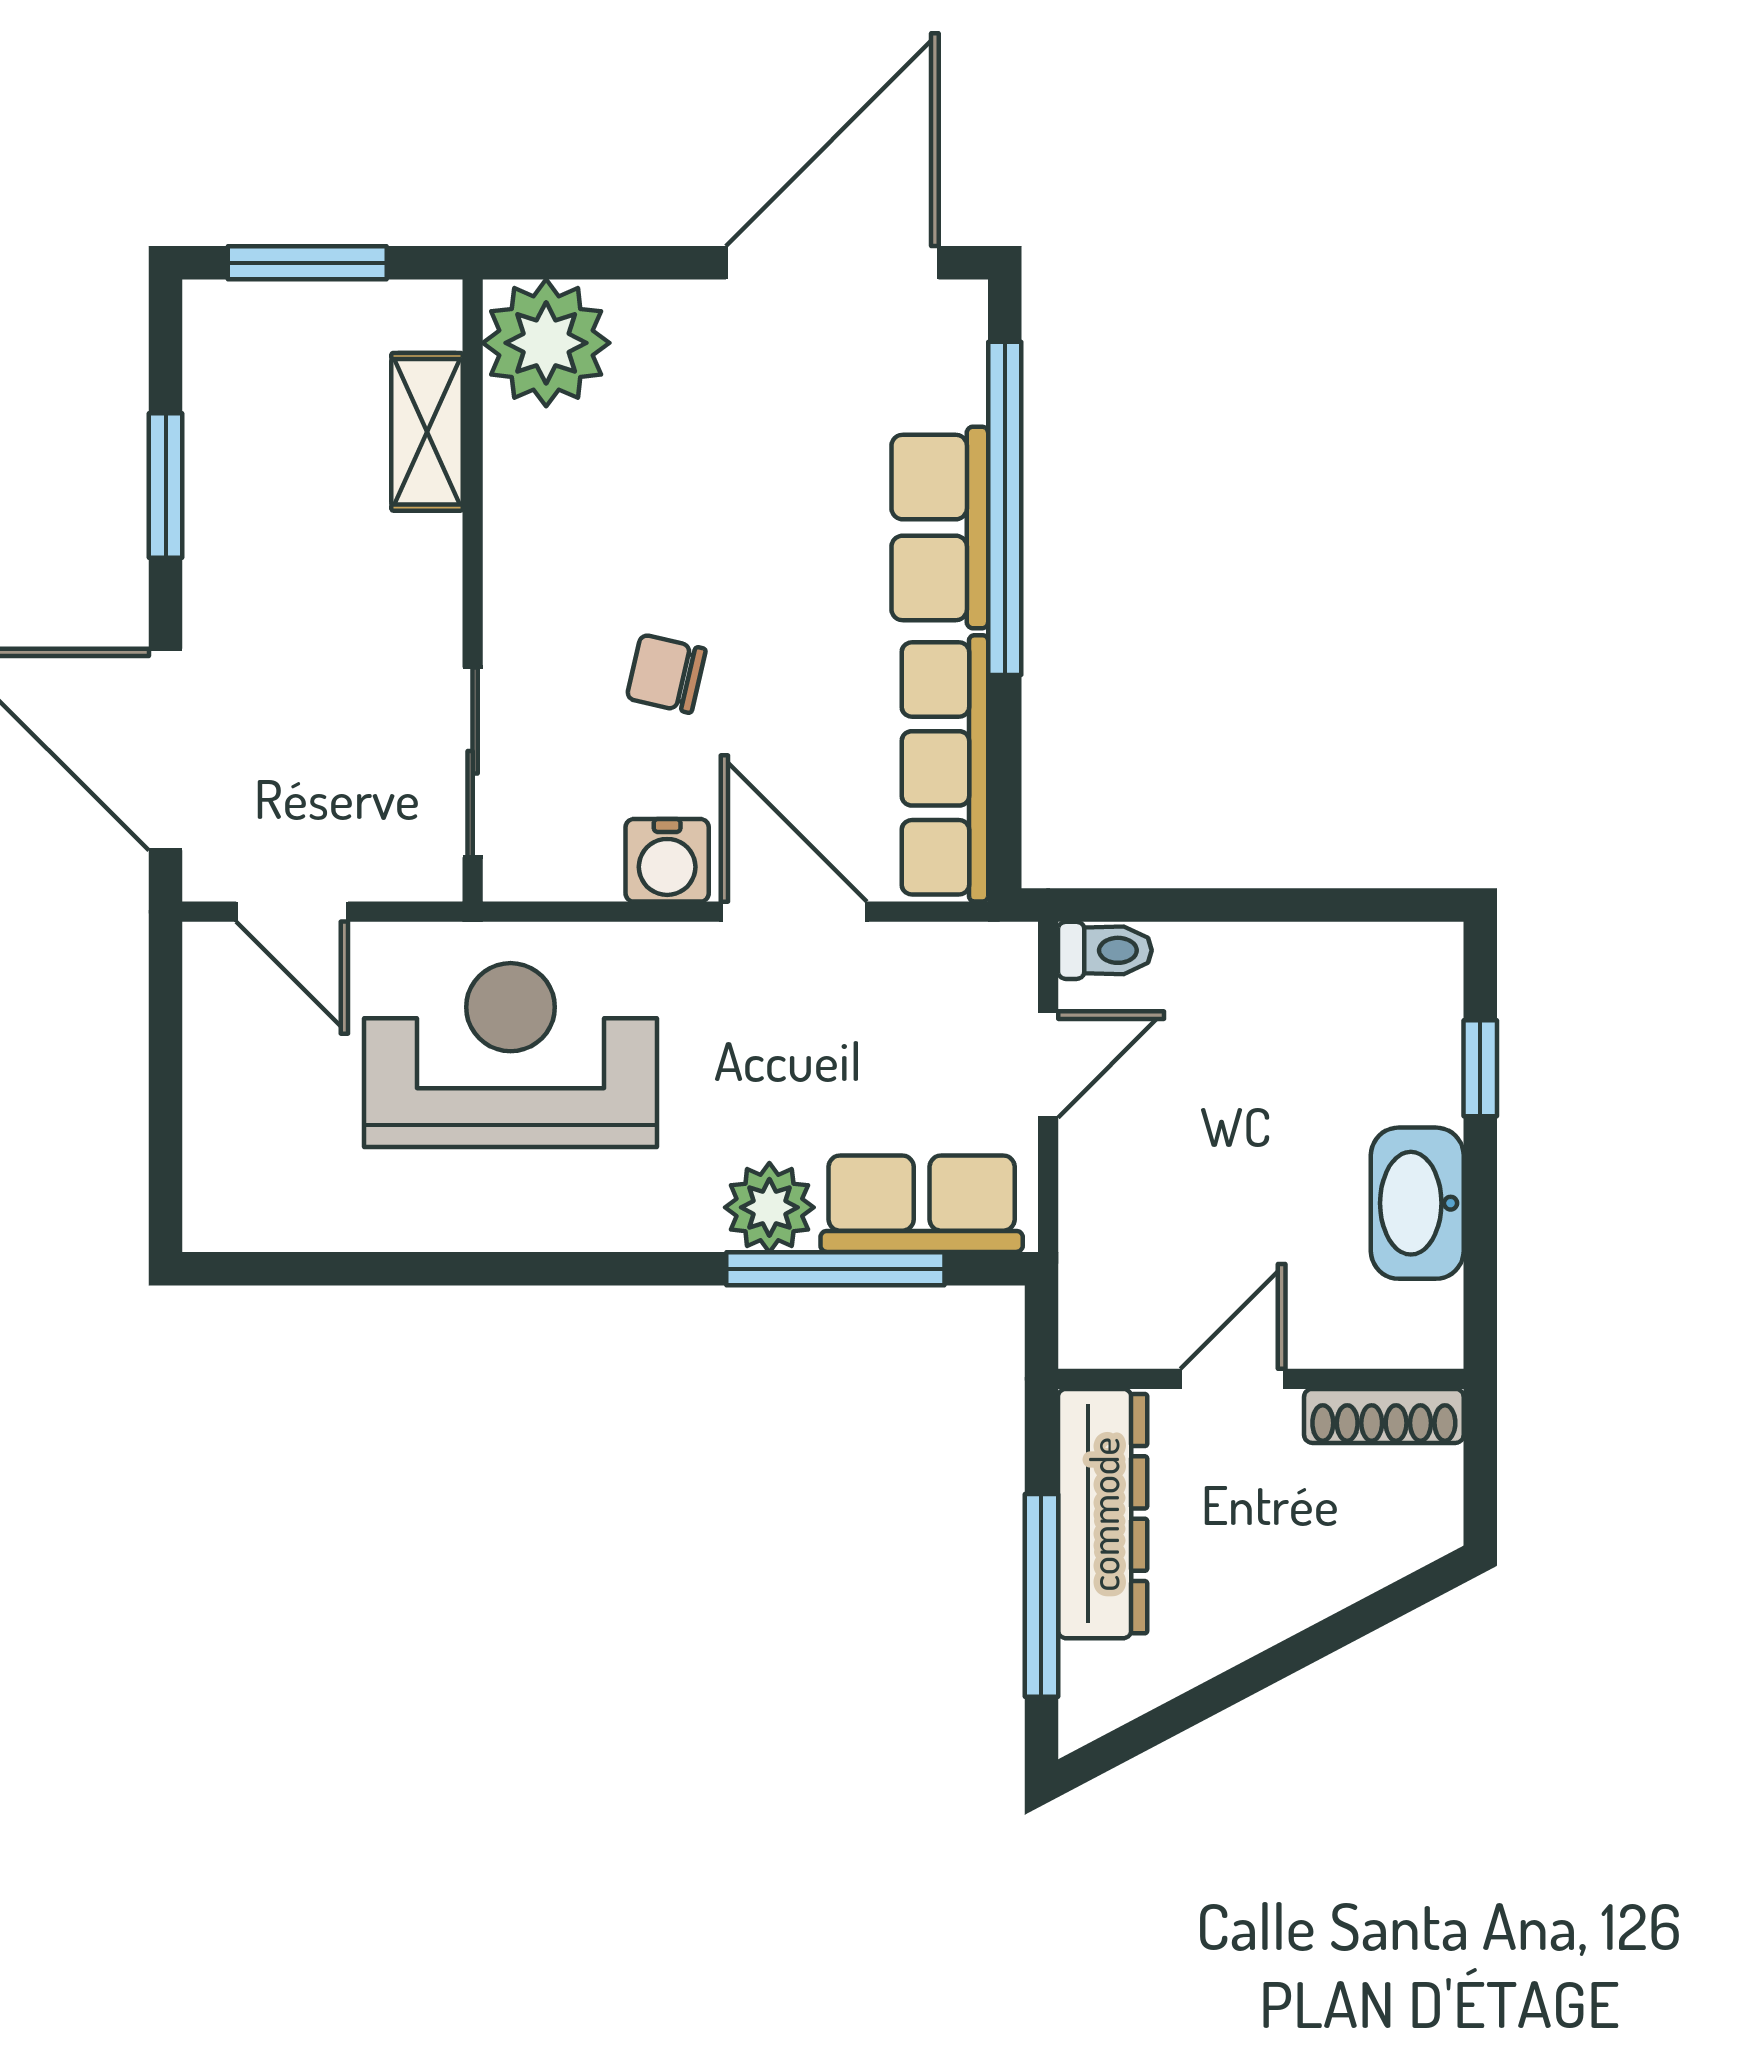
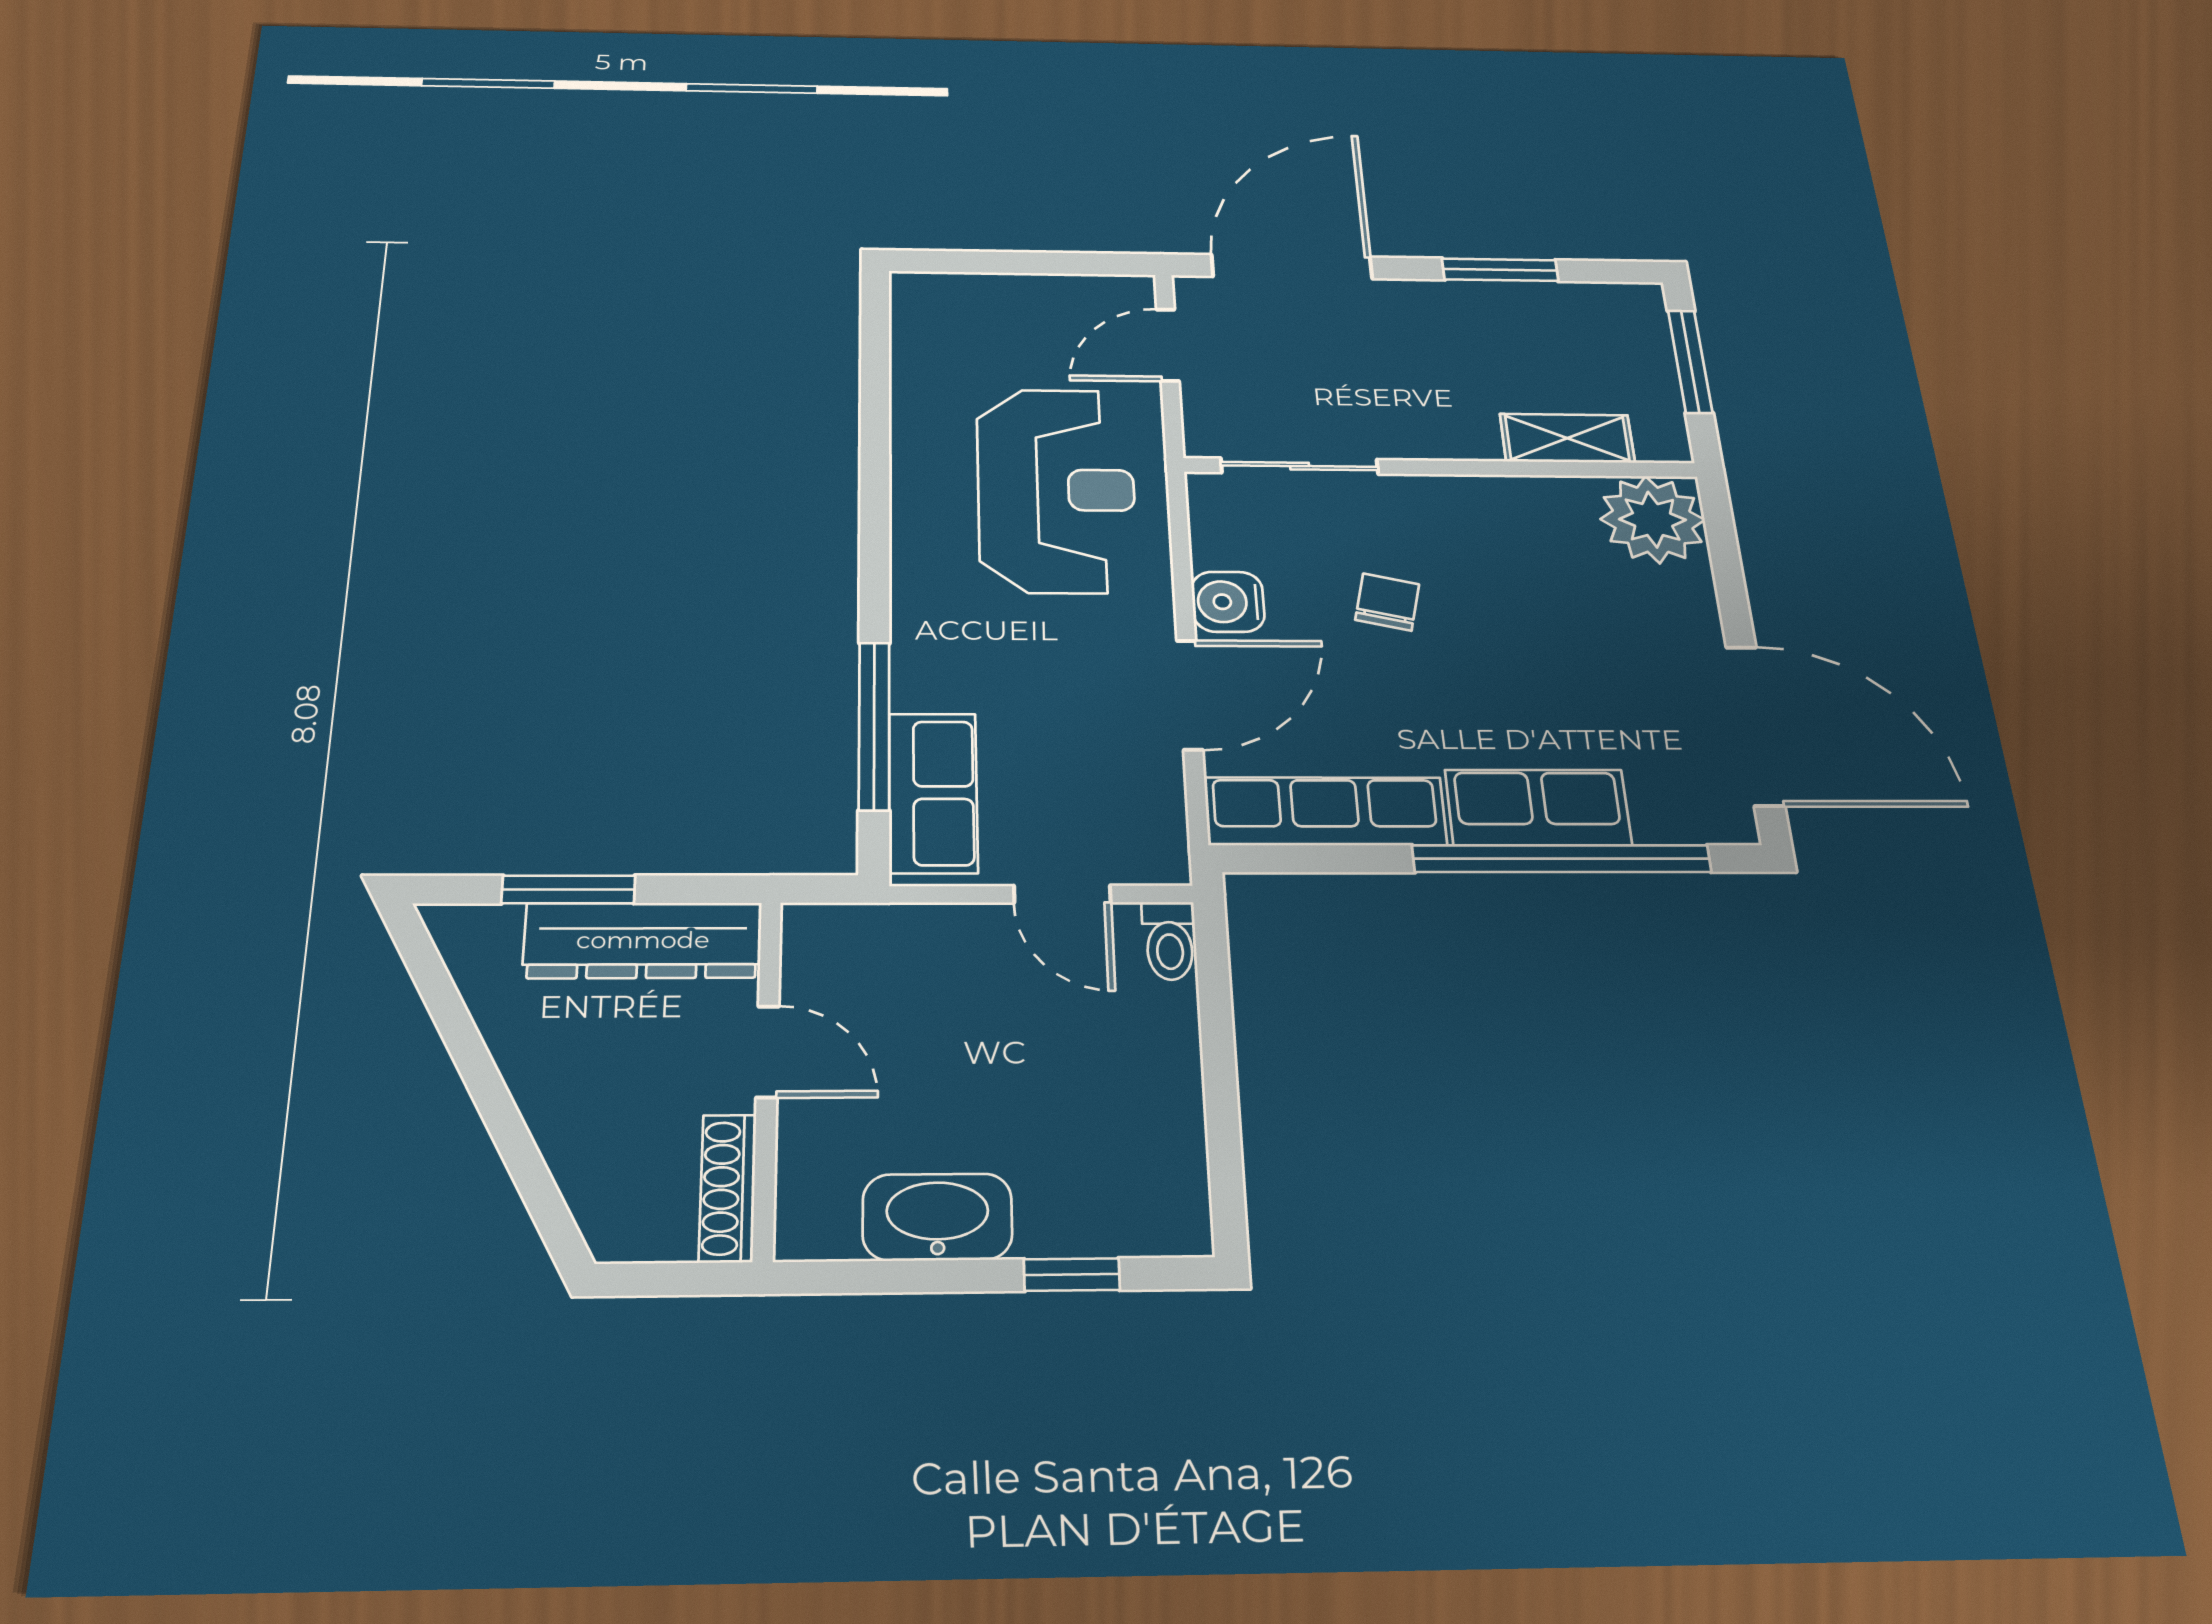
plant: (769, 1207) -> (929, 676), removed
window: (1041, 1595) -> (568, 889), width x0.69

